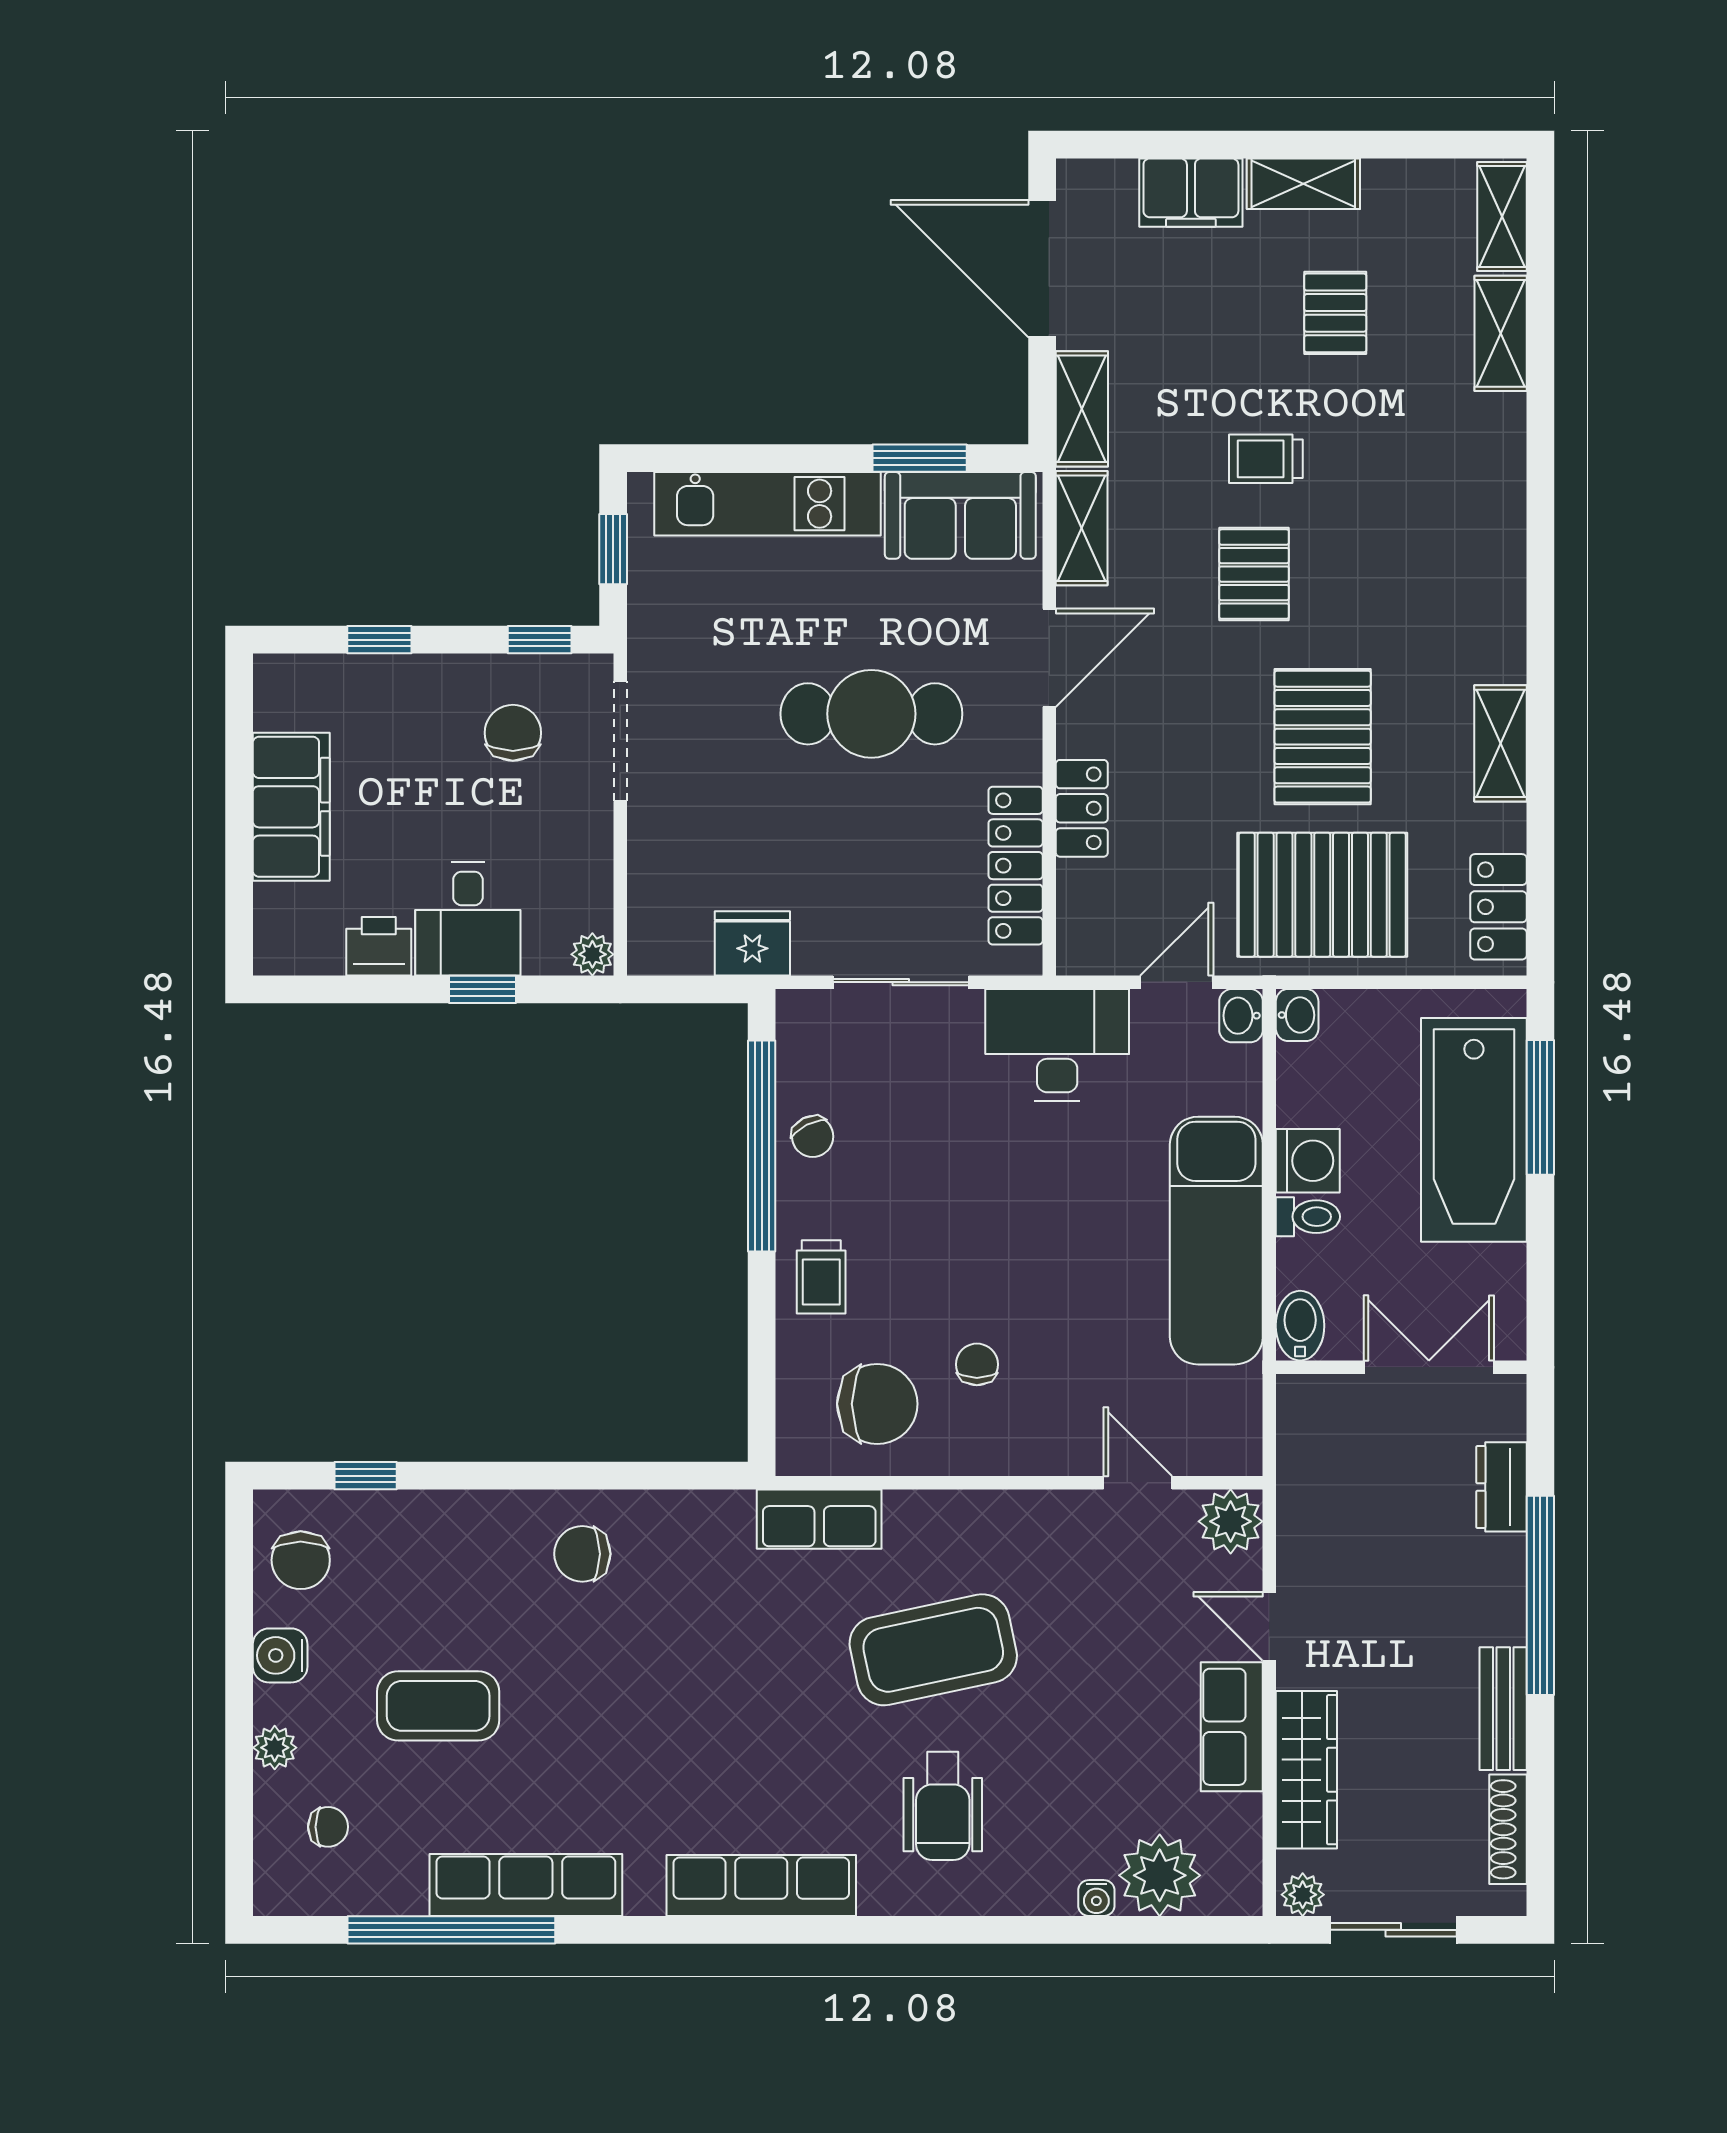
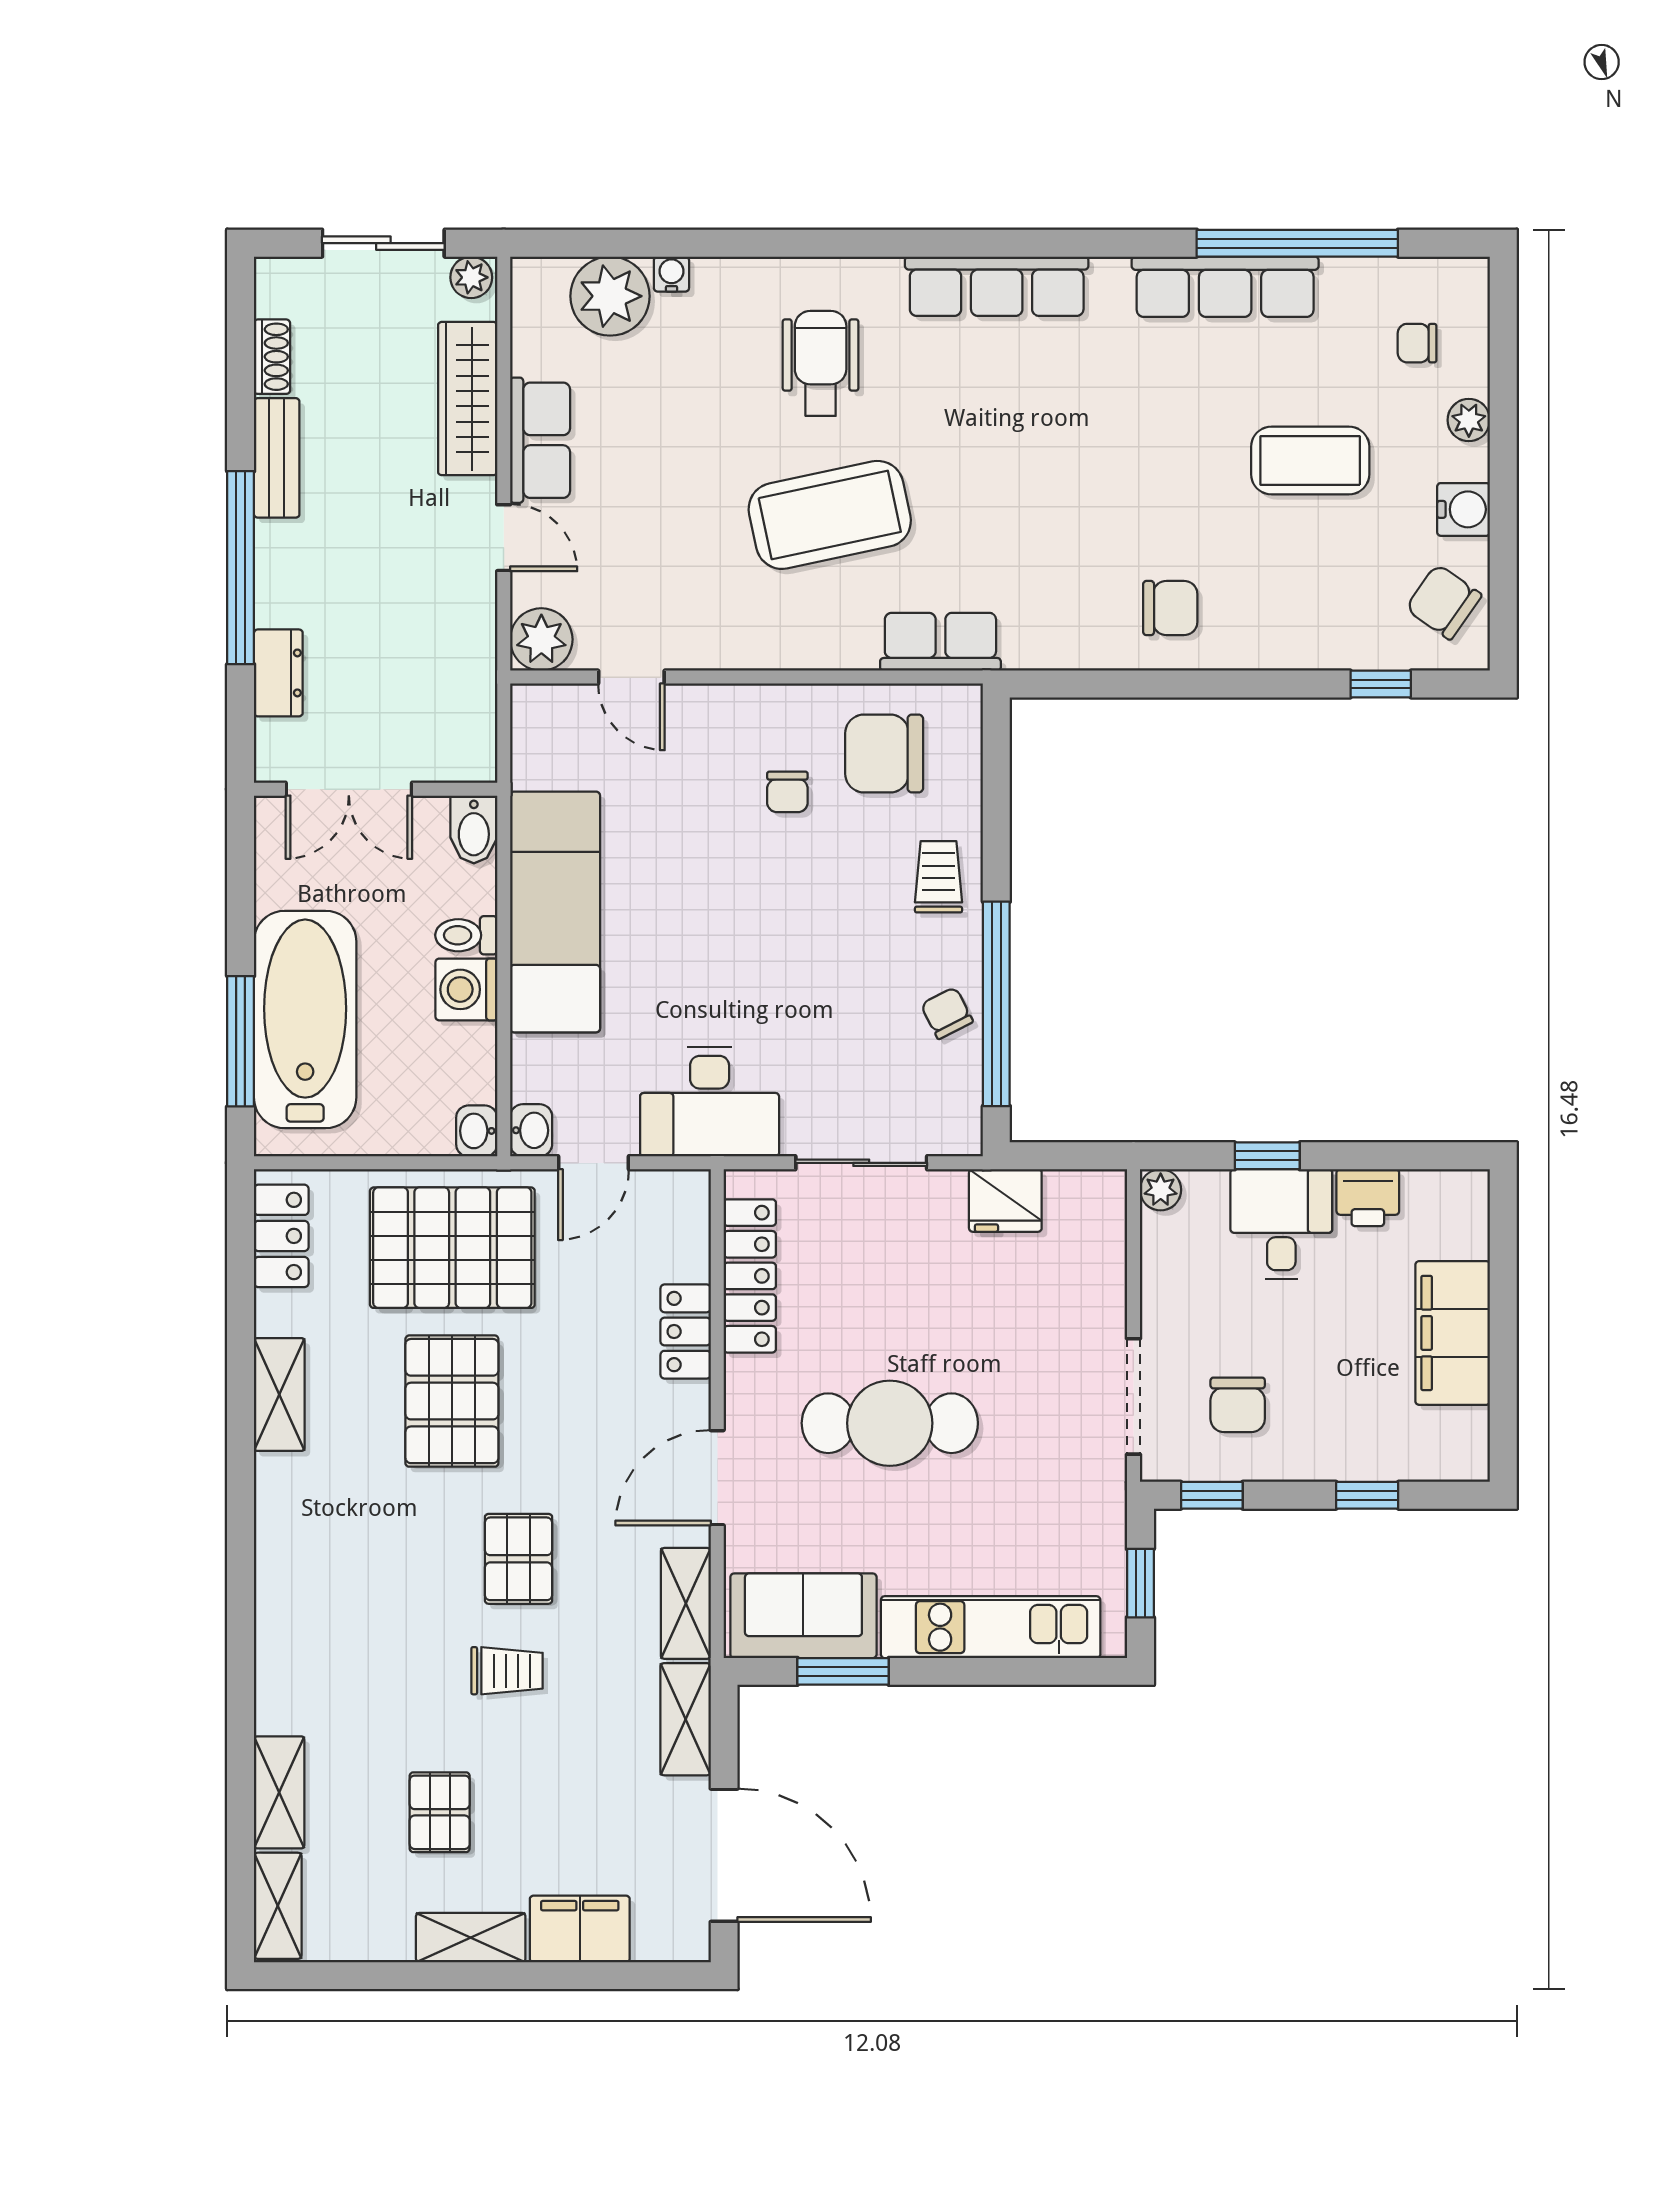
chair: (301, 1560) -> (1444, 602), turned -55
shoe rack: (1508, 1829) -> (272, 357), width x0.70

